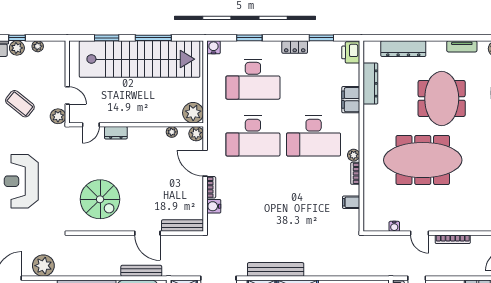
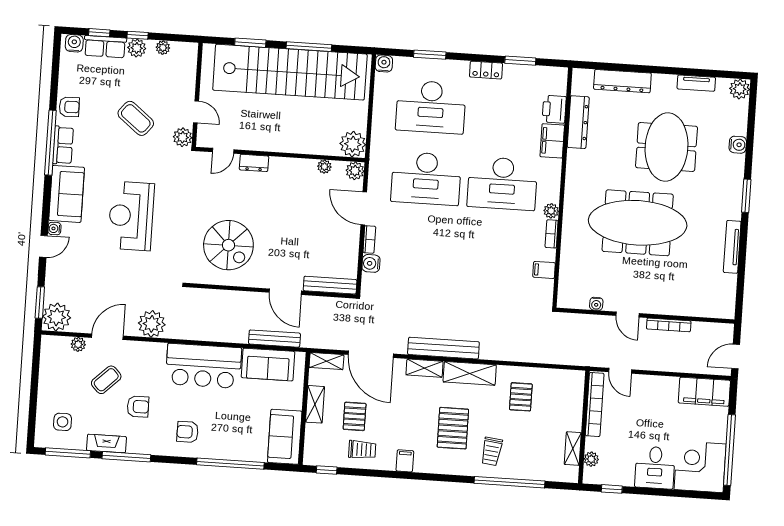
printer: (351, 52) -> (554, 109), moved

